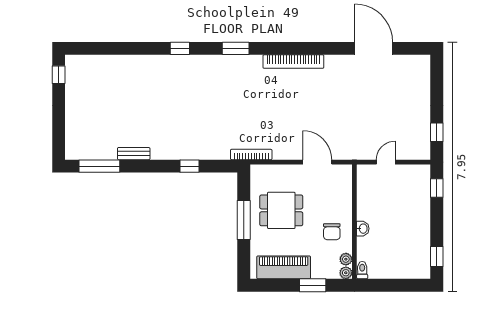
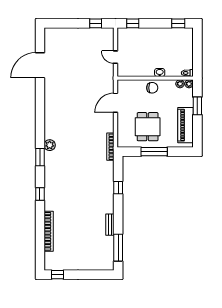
bookcase: (293, 62) -> (49, 231), moved
plant: (253, 63) -> (50, 145), added
chair: (332, 232) -> (152, 88), moved

